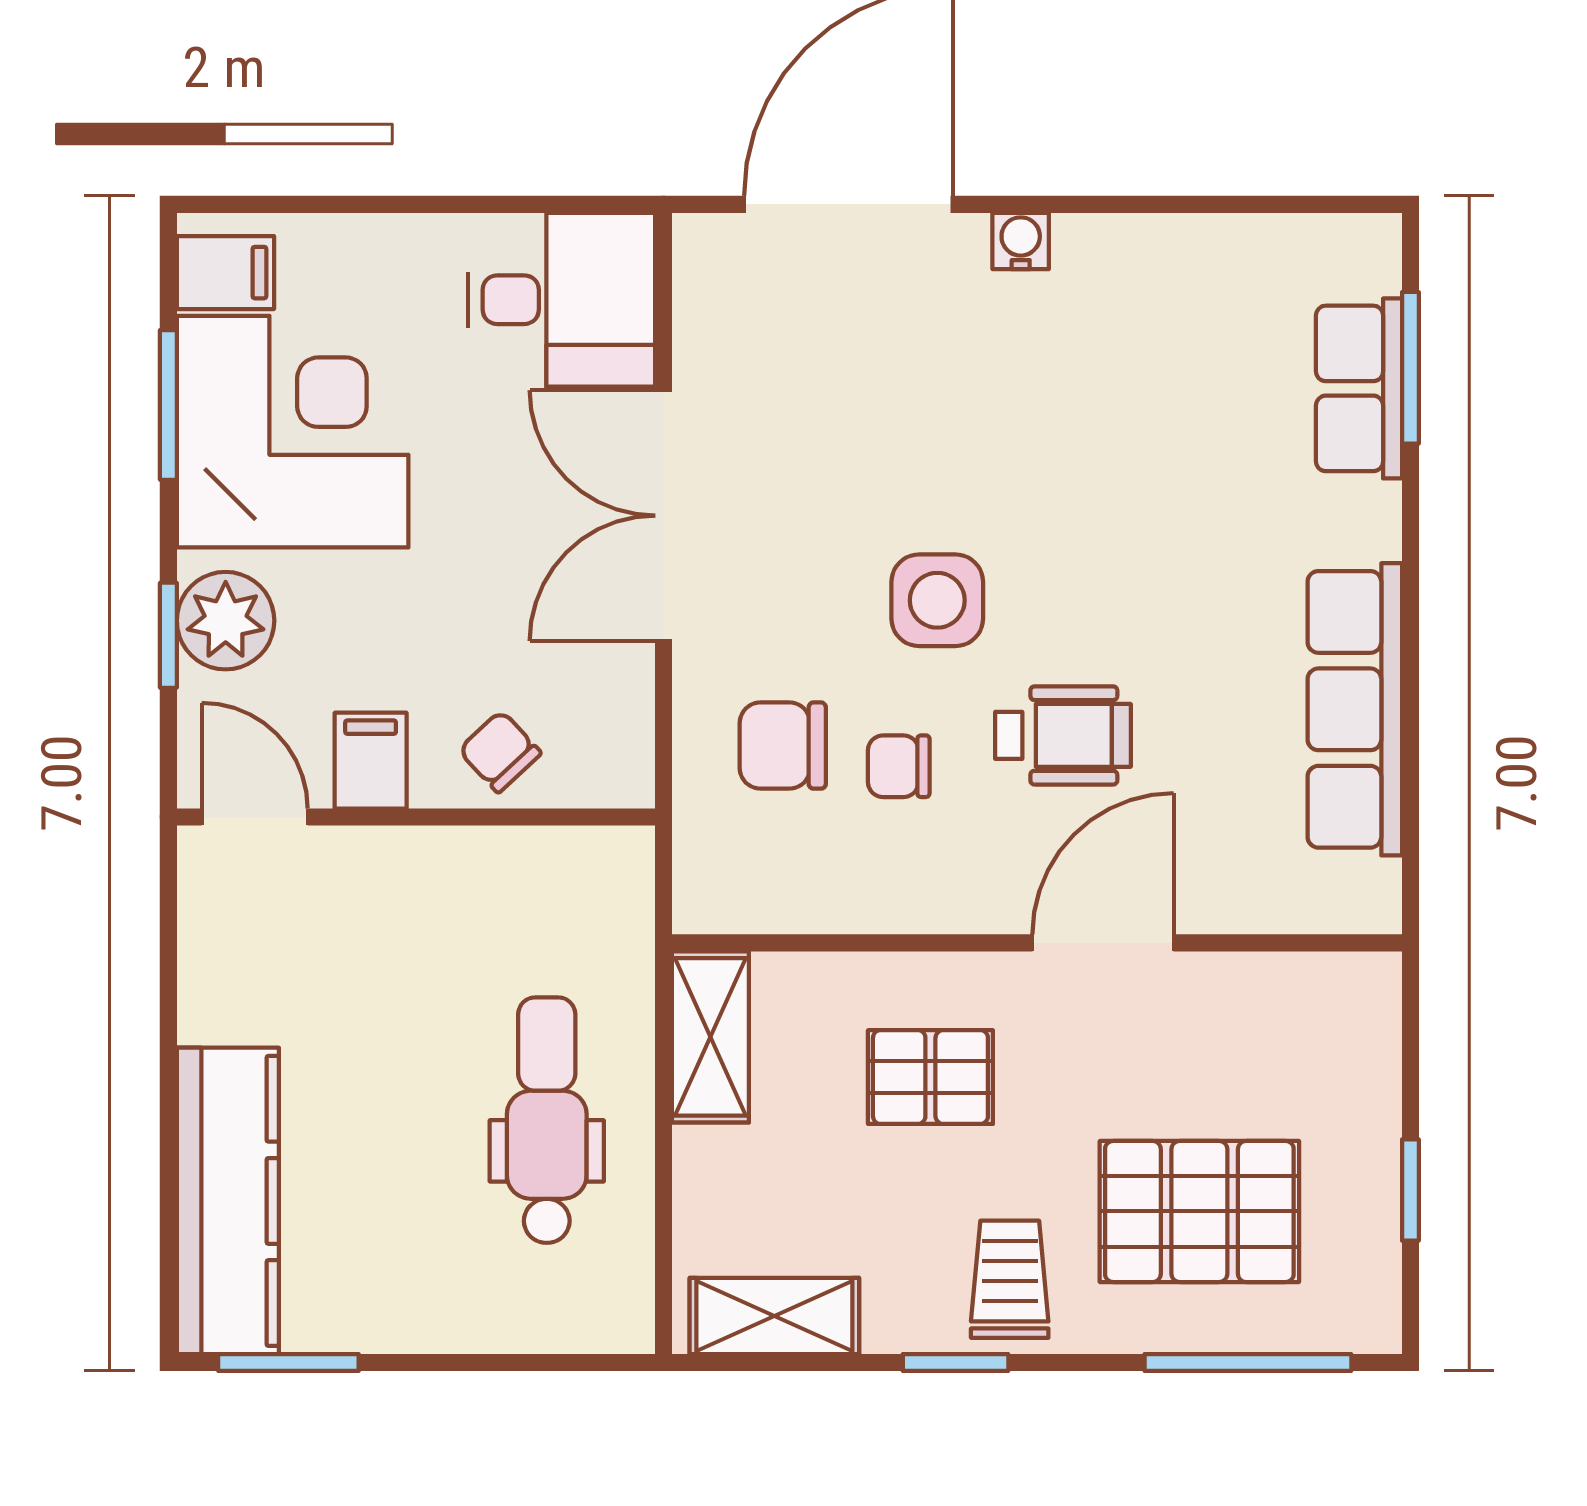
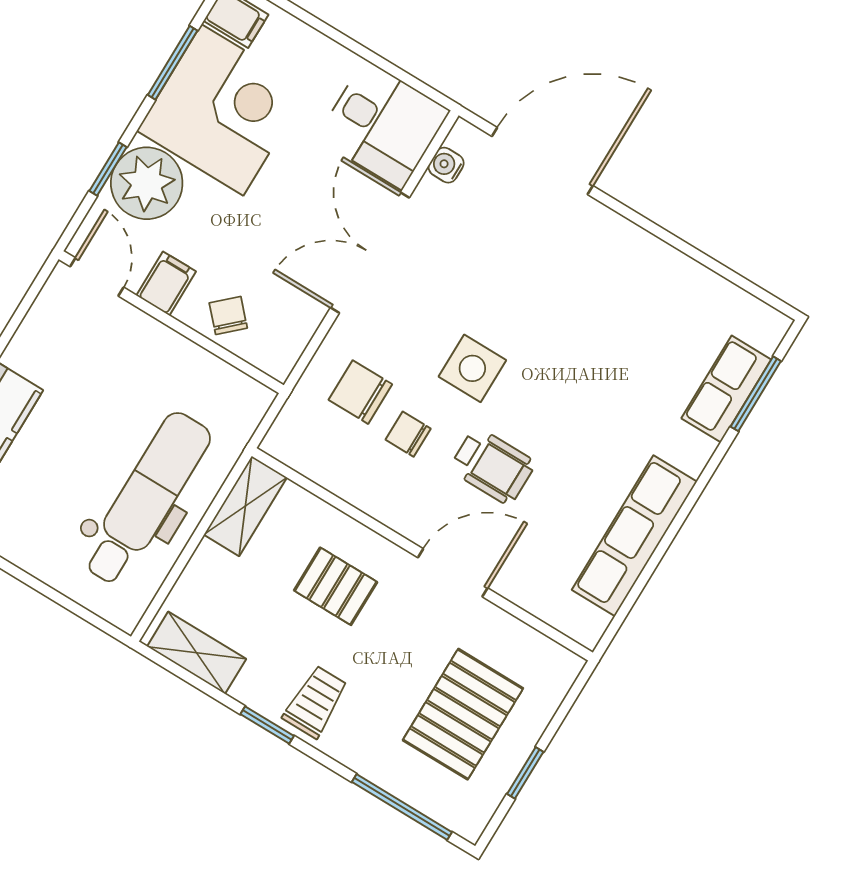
water cooler: (1021, 241) -> (446, 165), moved, turned -90
plant: (226, 621) -> (147, 183), width x1.36, depth x1.36
dental chair: (547, 1120) -> (147, 499), width x1.36, depth x1.38
pallet: (1199, 1211) -> (463, 714), moved, turned 90

